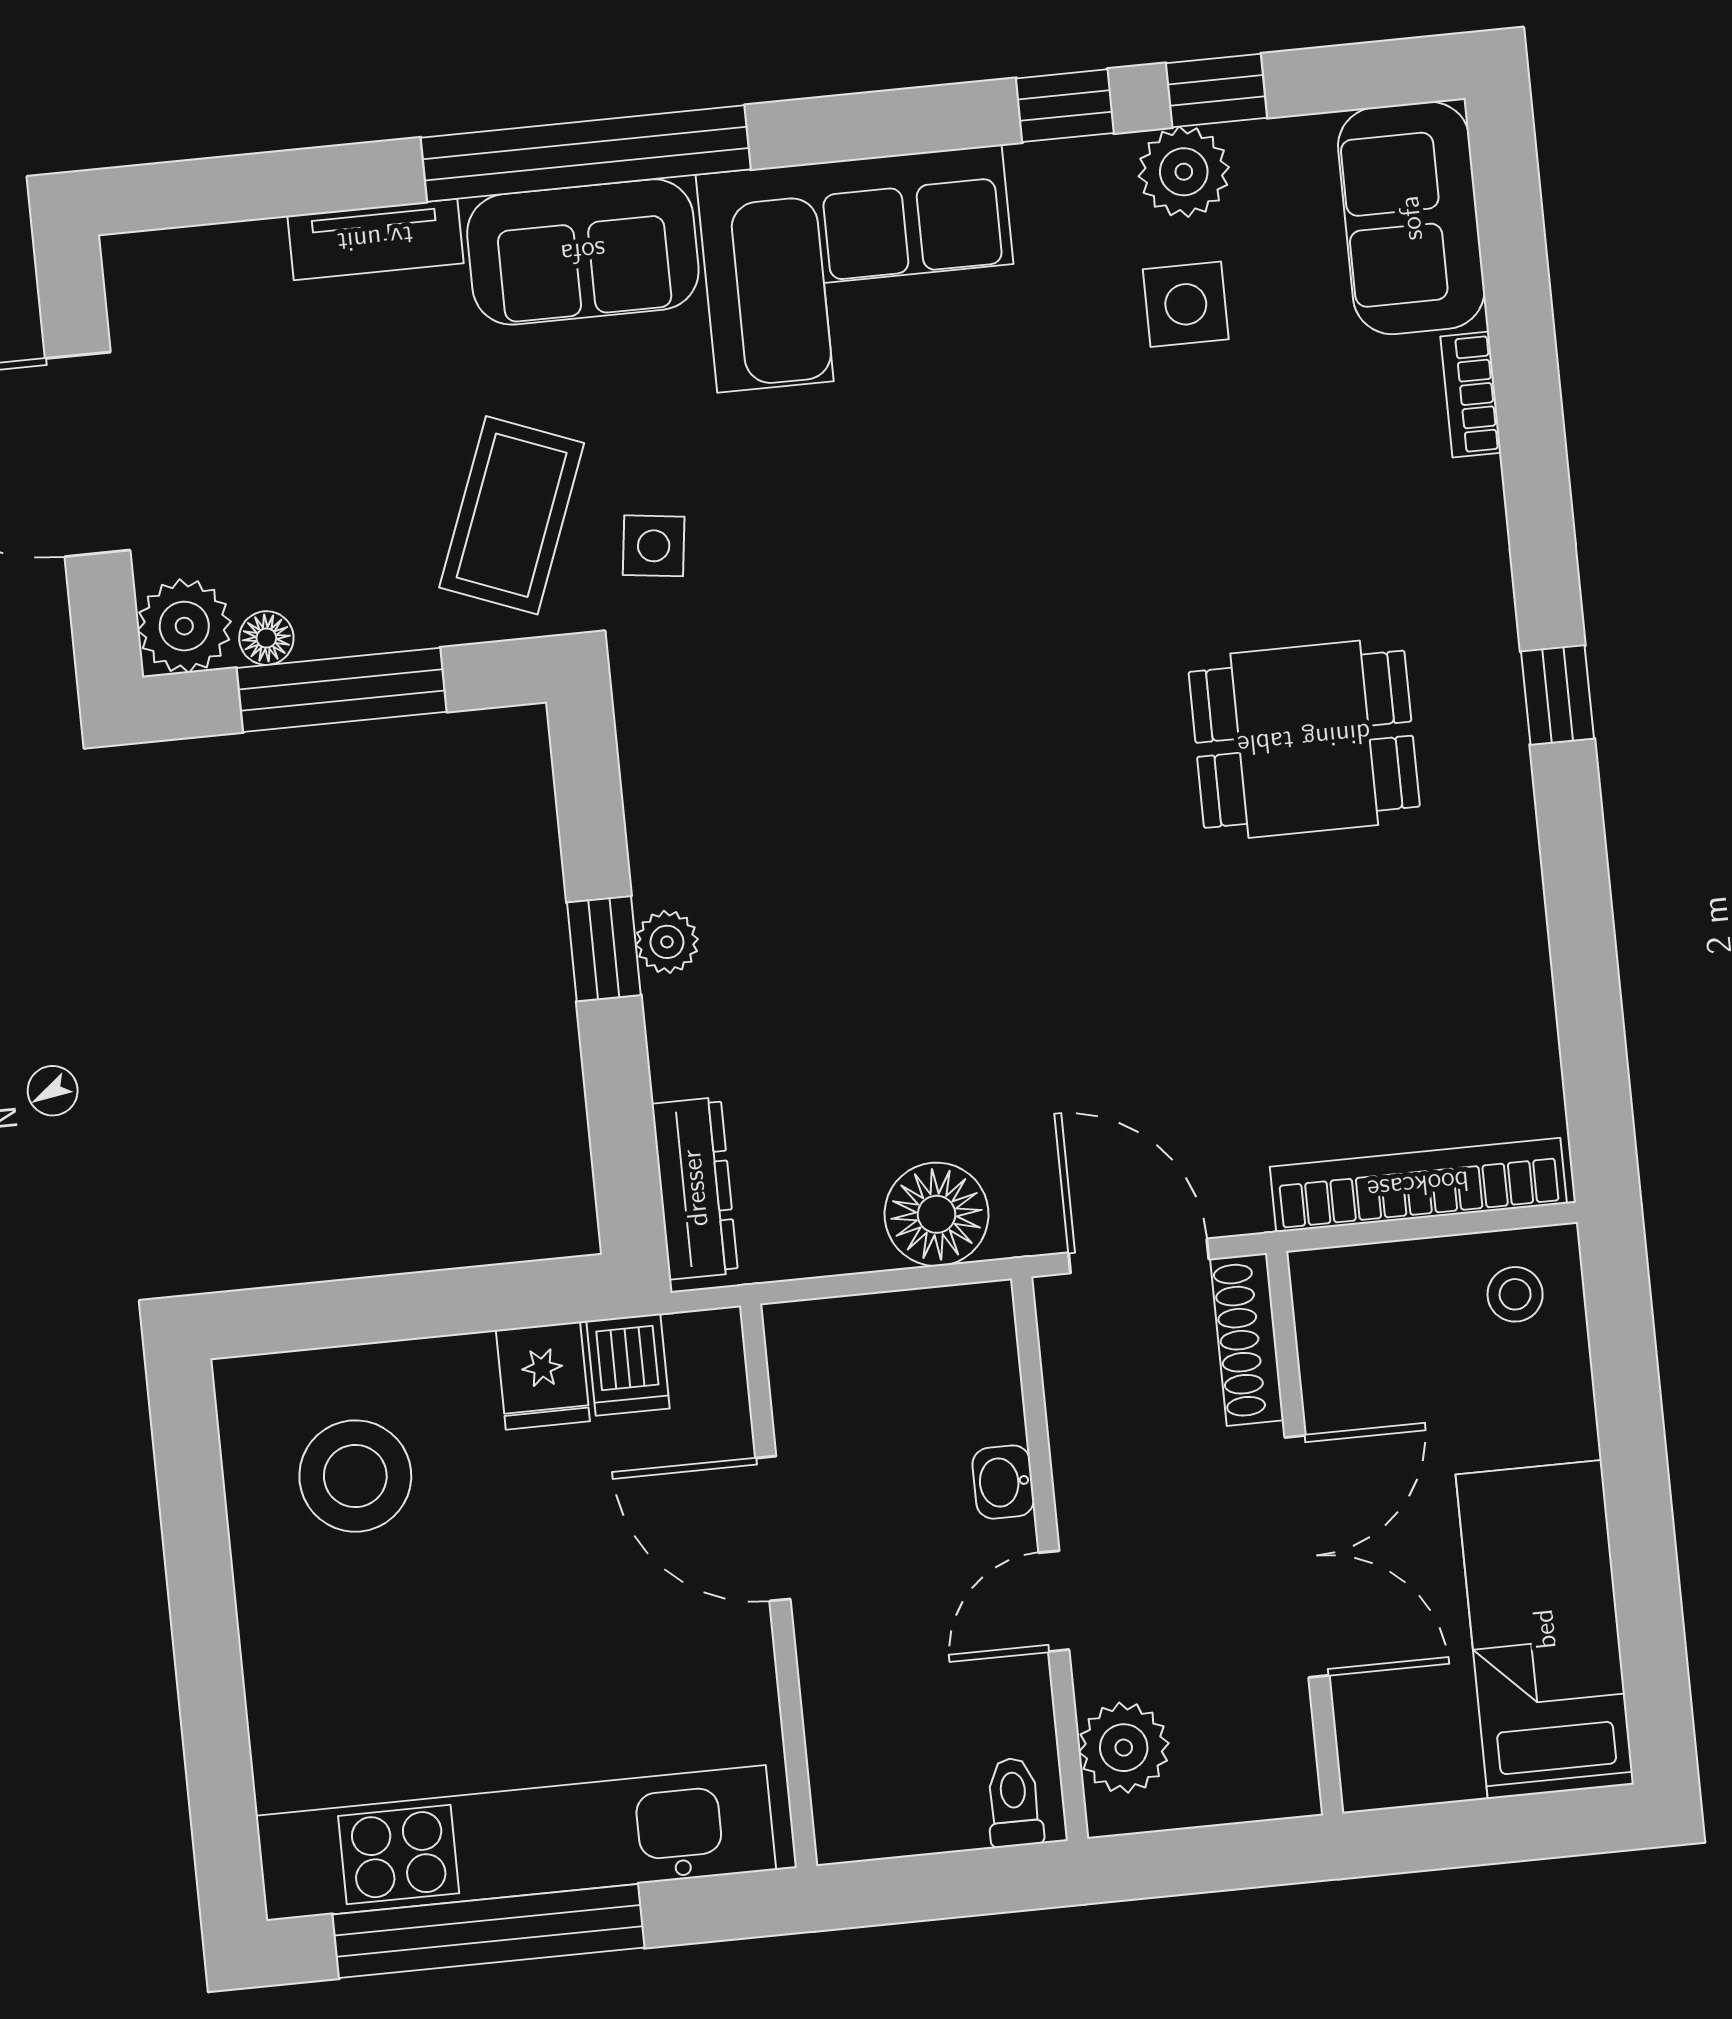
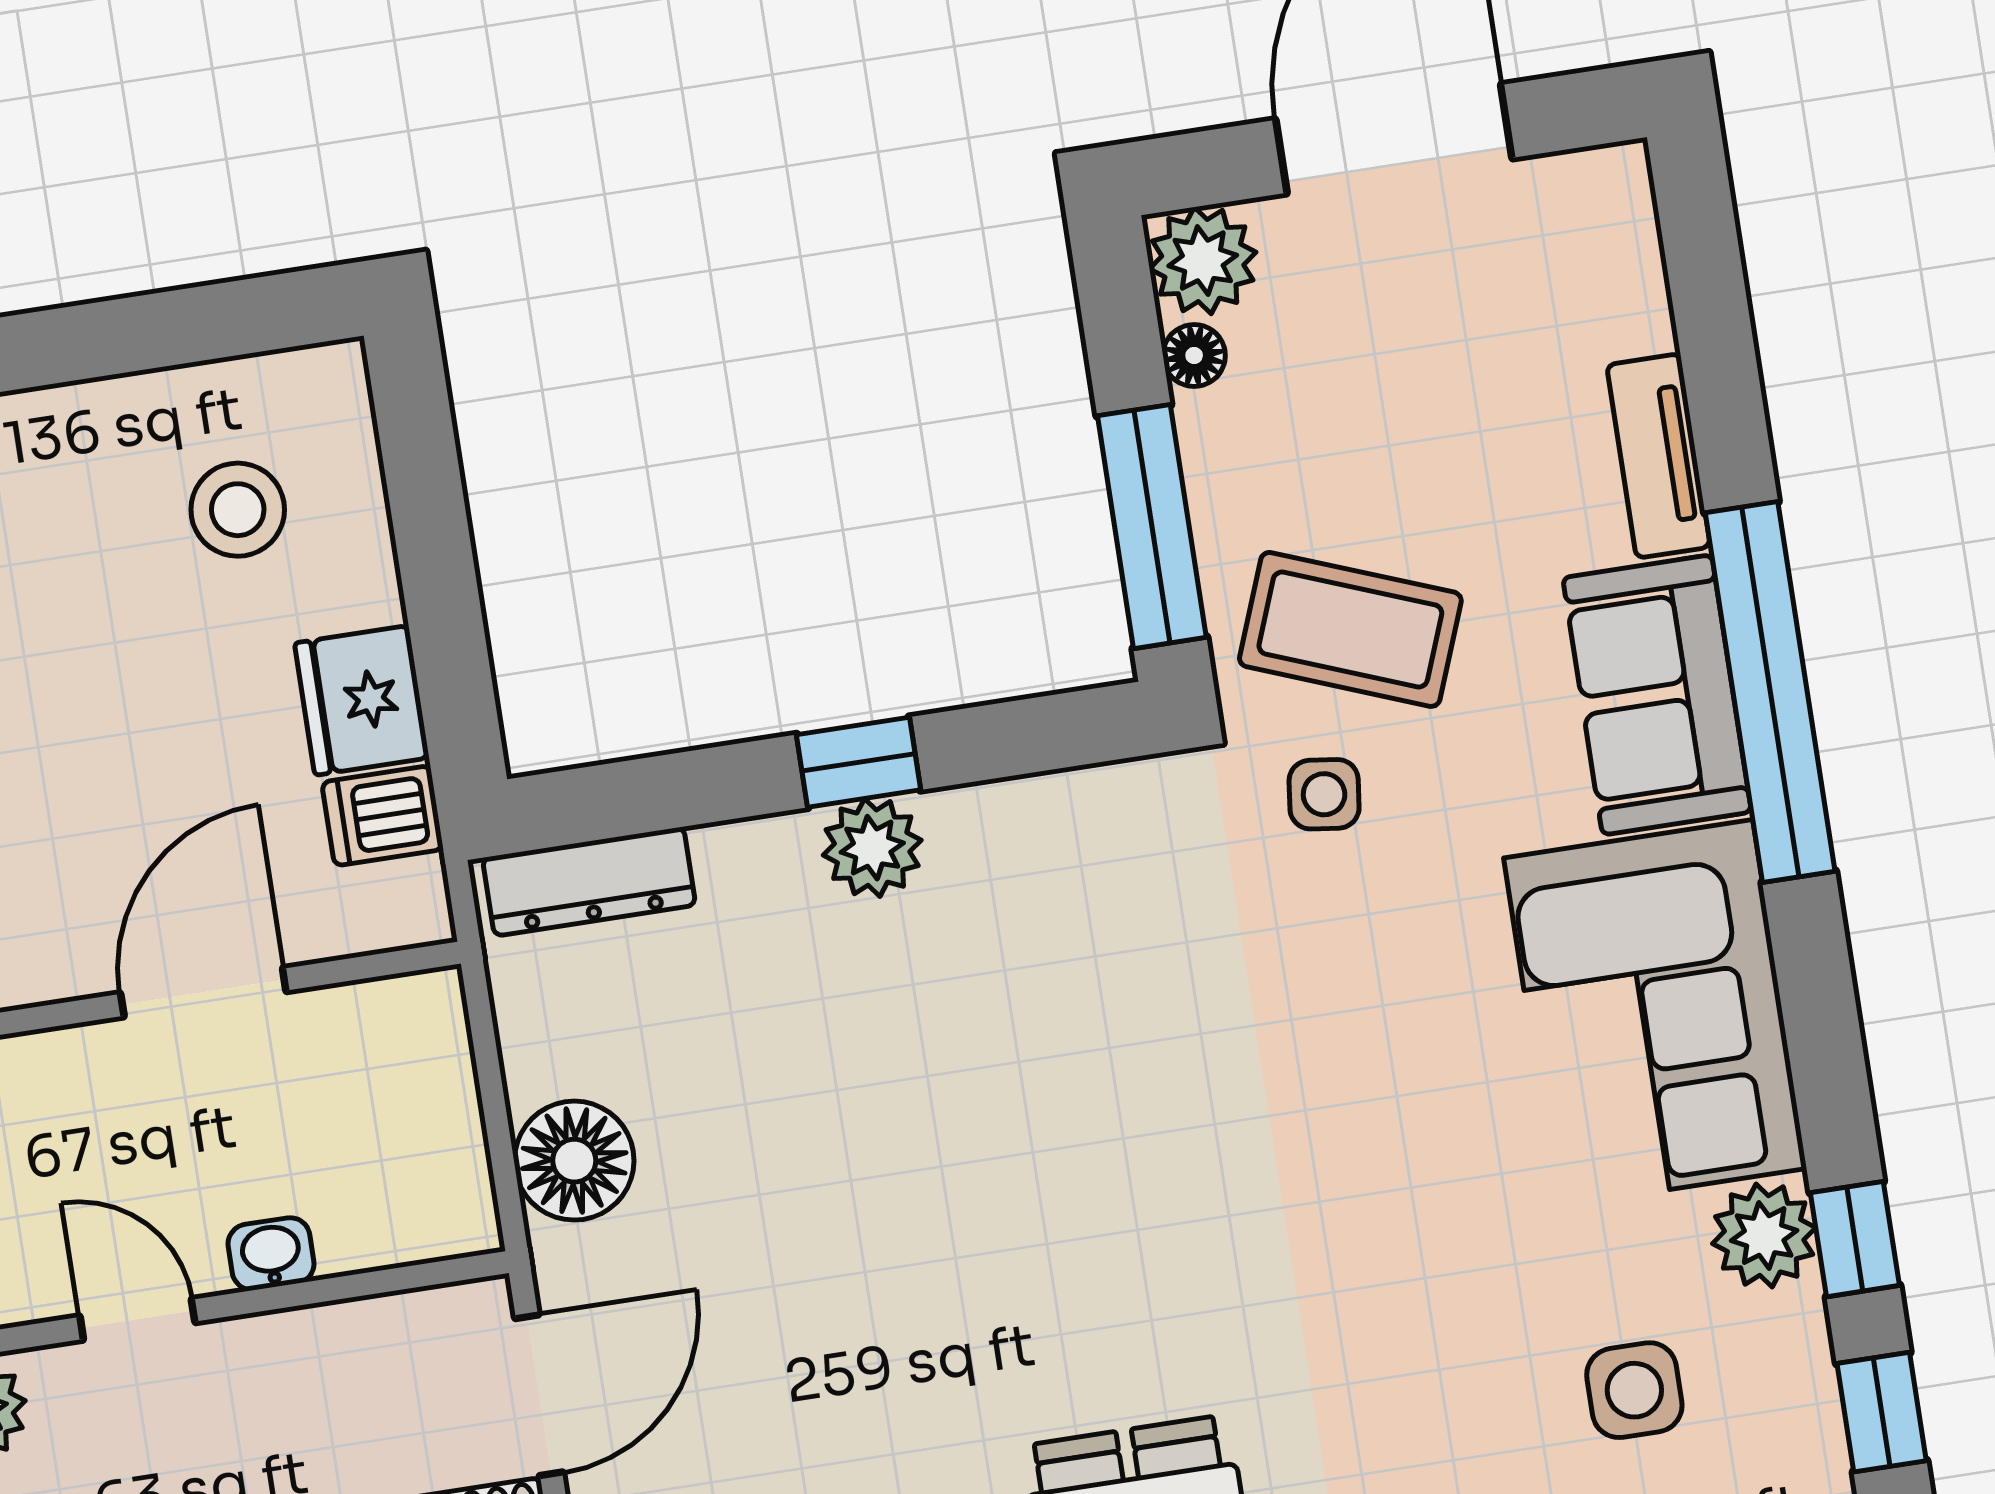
plant: (1184, 172) -> (1764, 1236), moved
window: (342, 690) -> (1152, 527), moved
plant: (667, 942) -> (872, 848), width x1.38, depth x1.38
fridge: (543, 1376) -> (362, 700), width x1.38
stool: (355, 1476) -> (238, 510), width x0.73, depth x0.73

